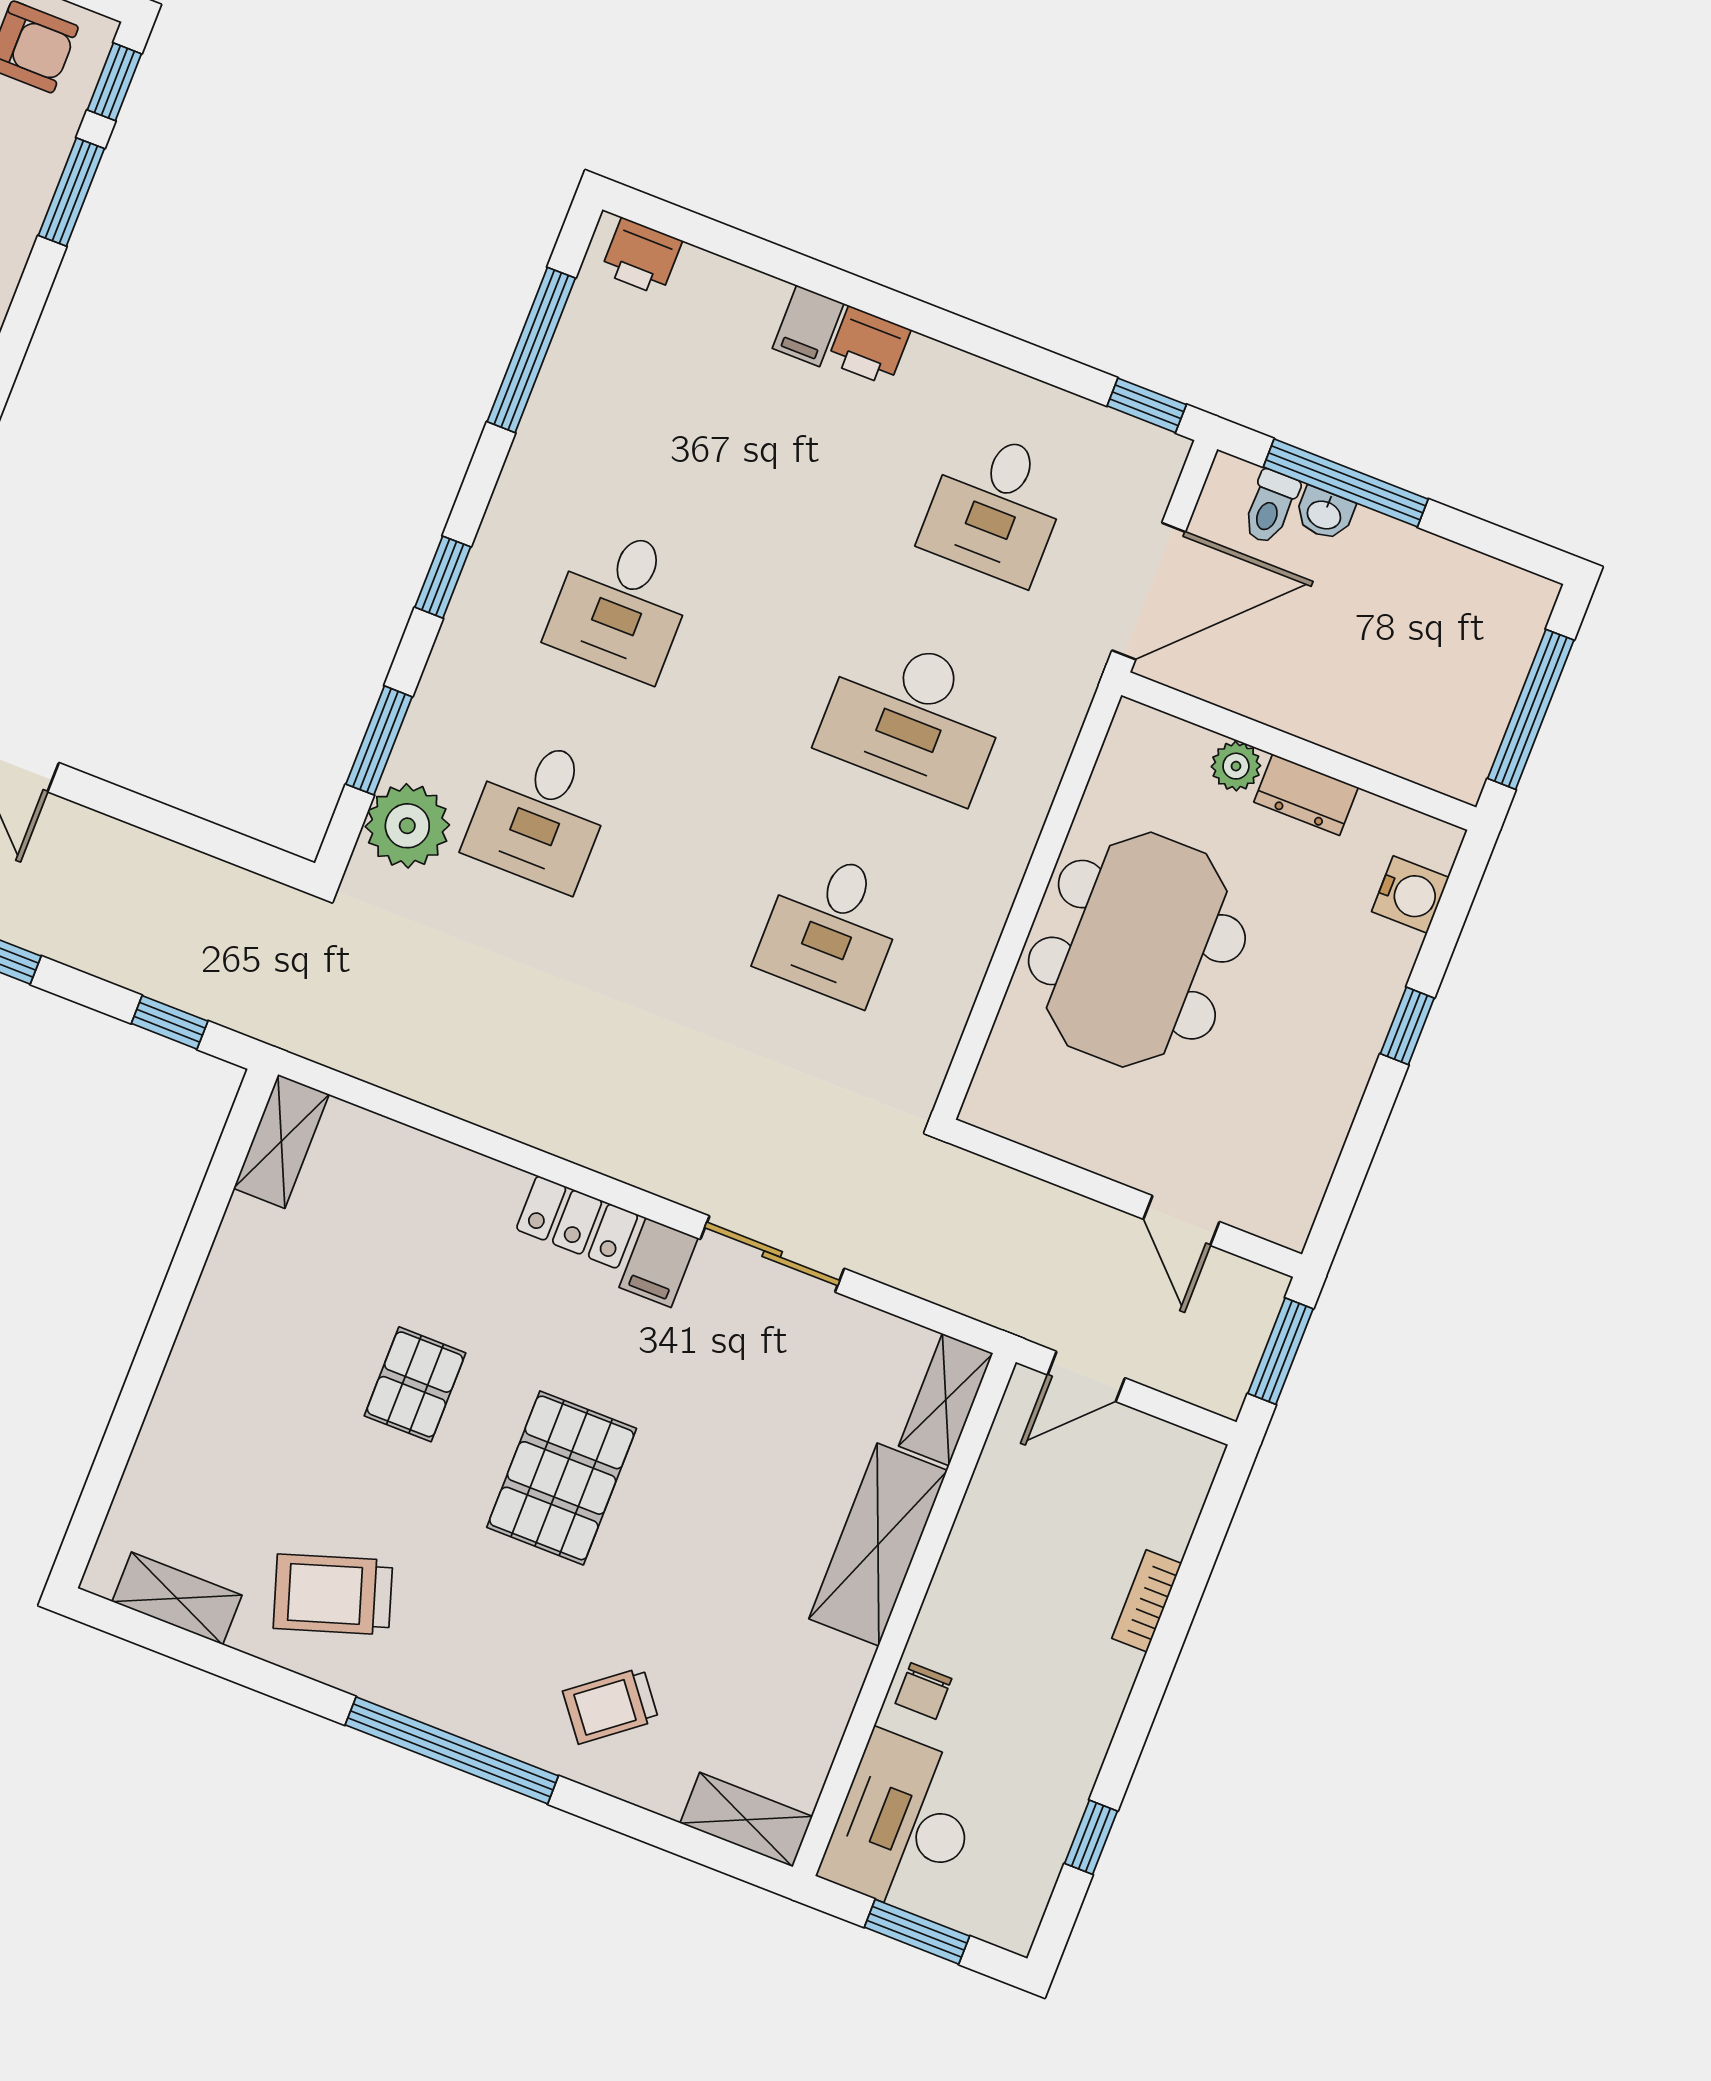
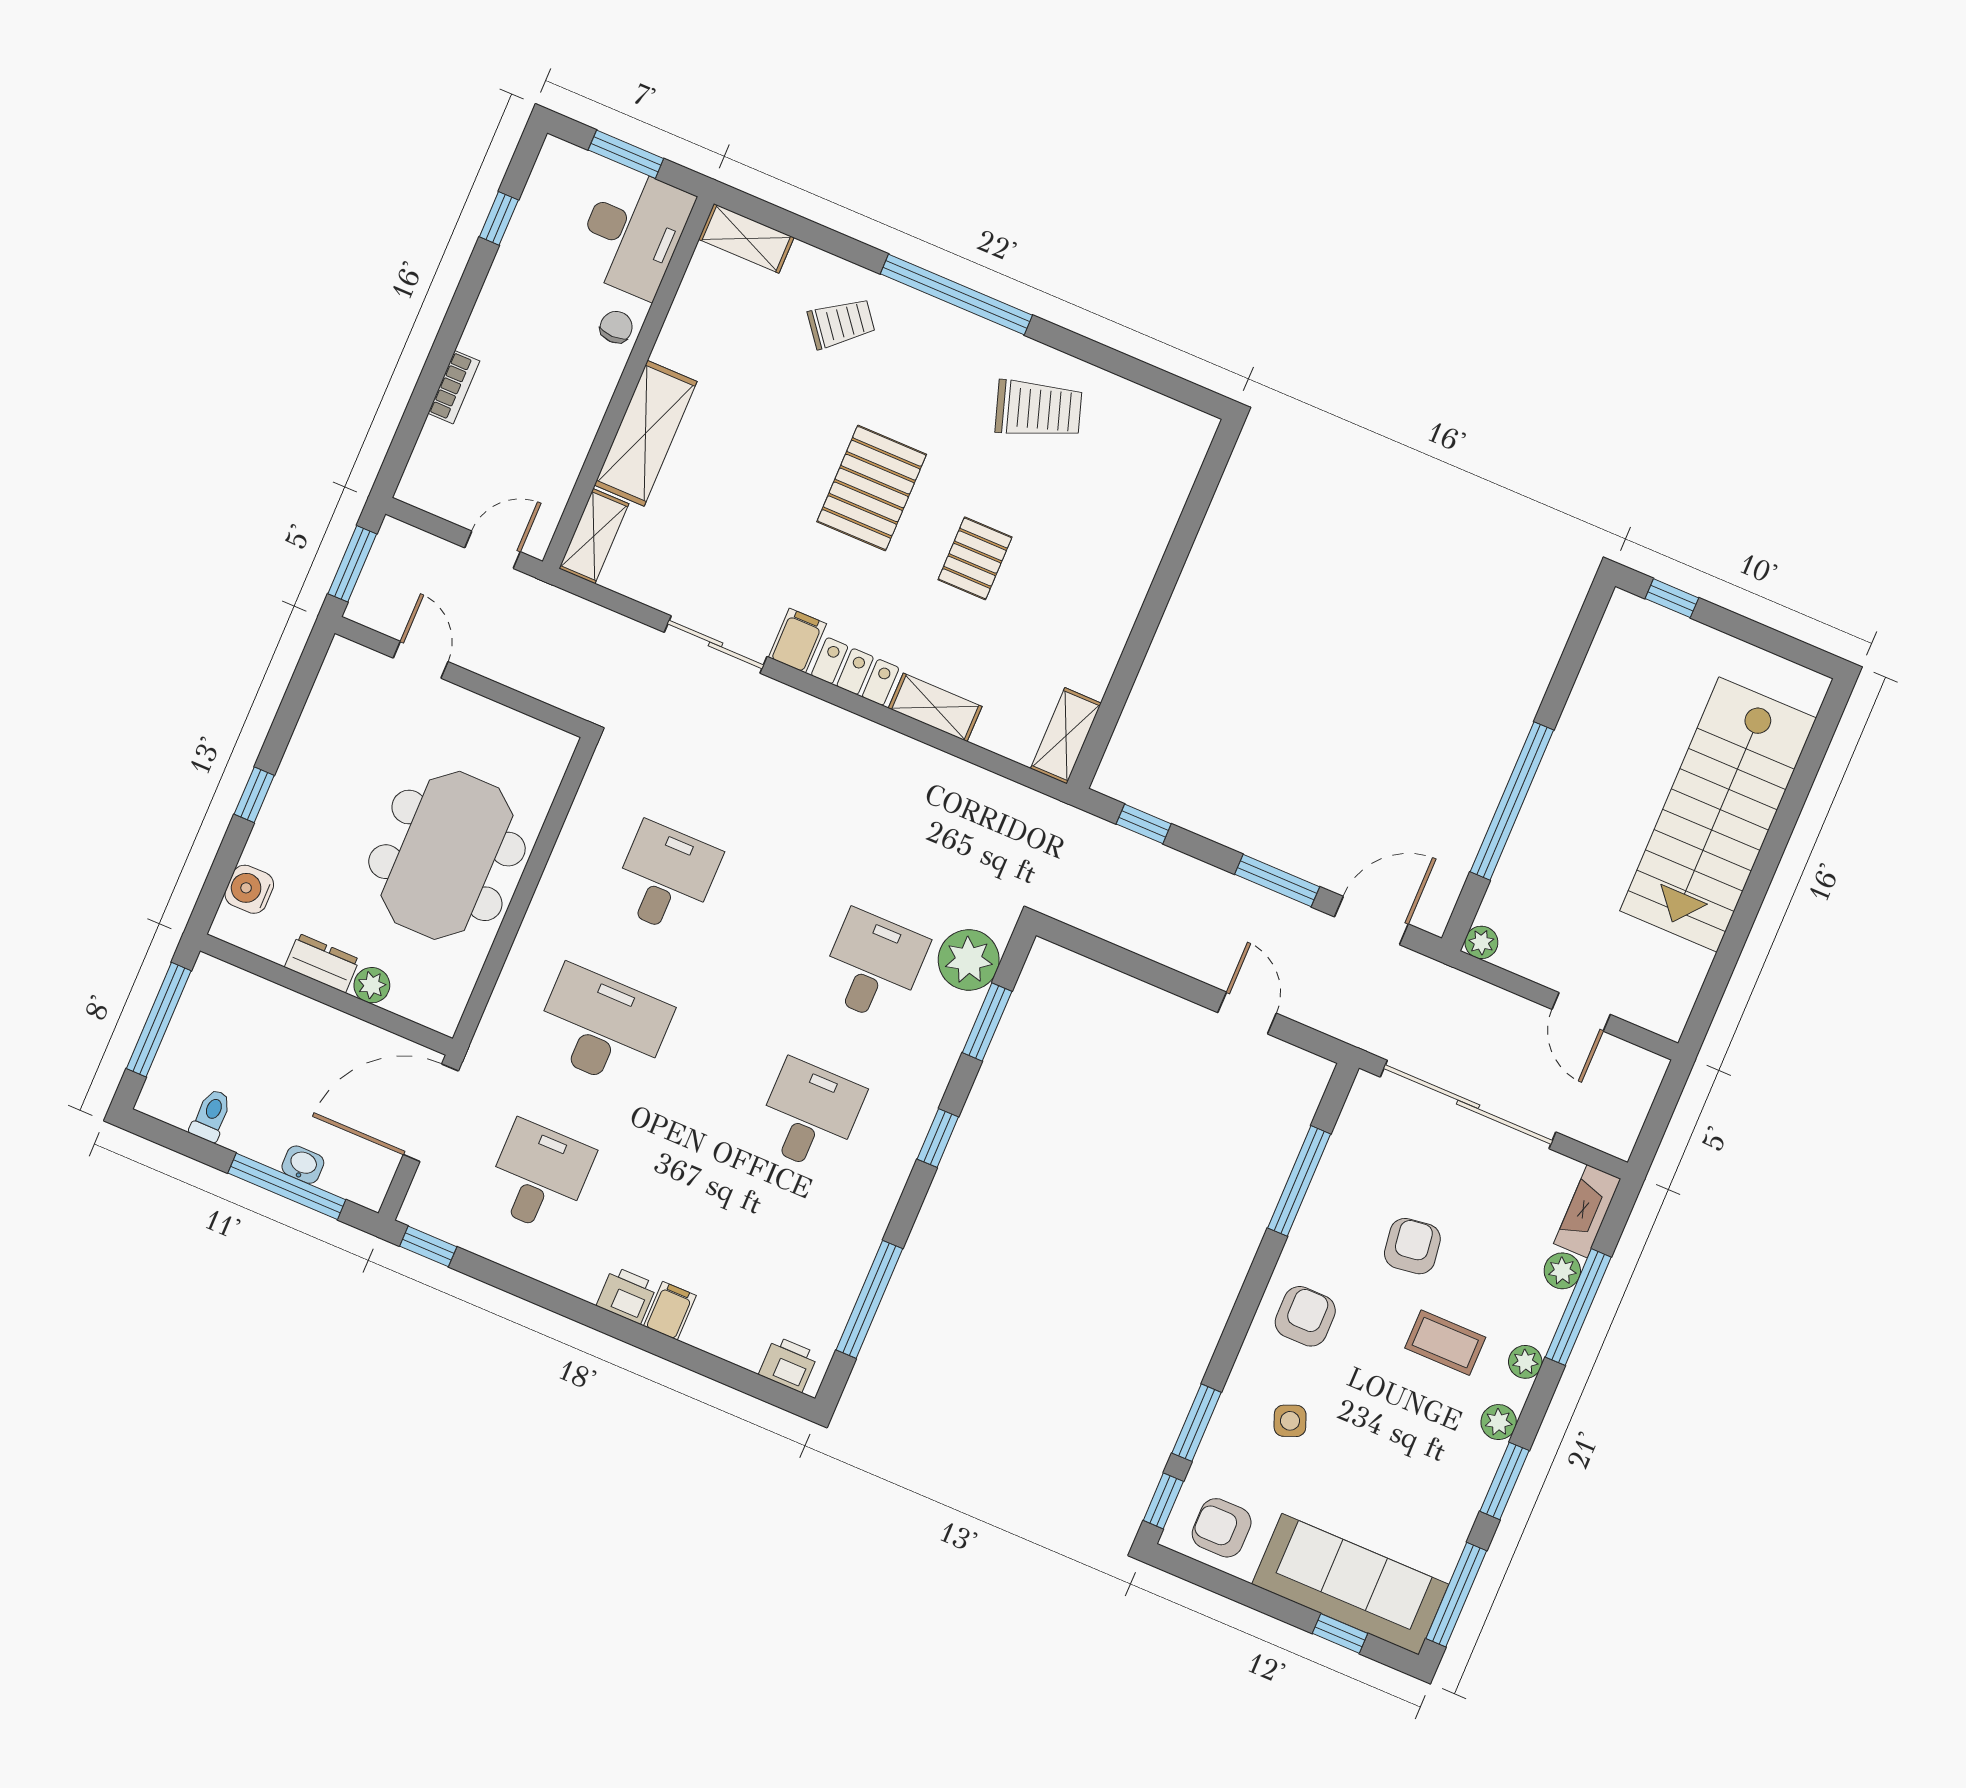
toilet: (1270, 507) -> (211, 1115), moved
shelving: (177, 1598) -> (935, 707), moved

